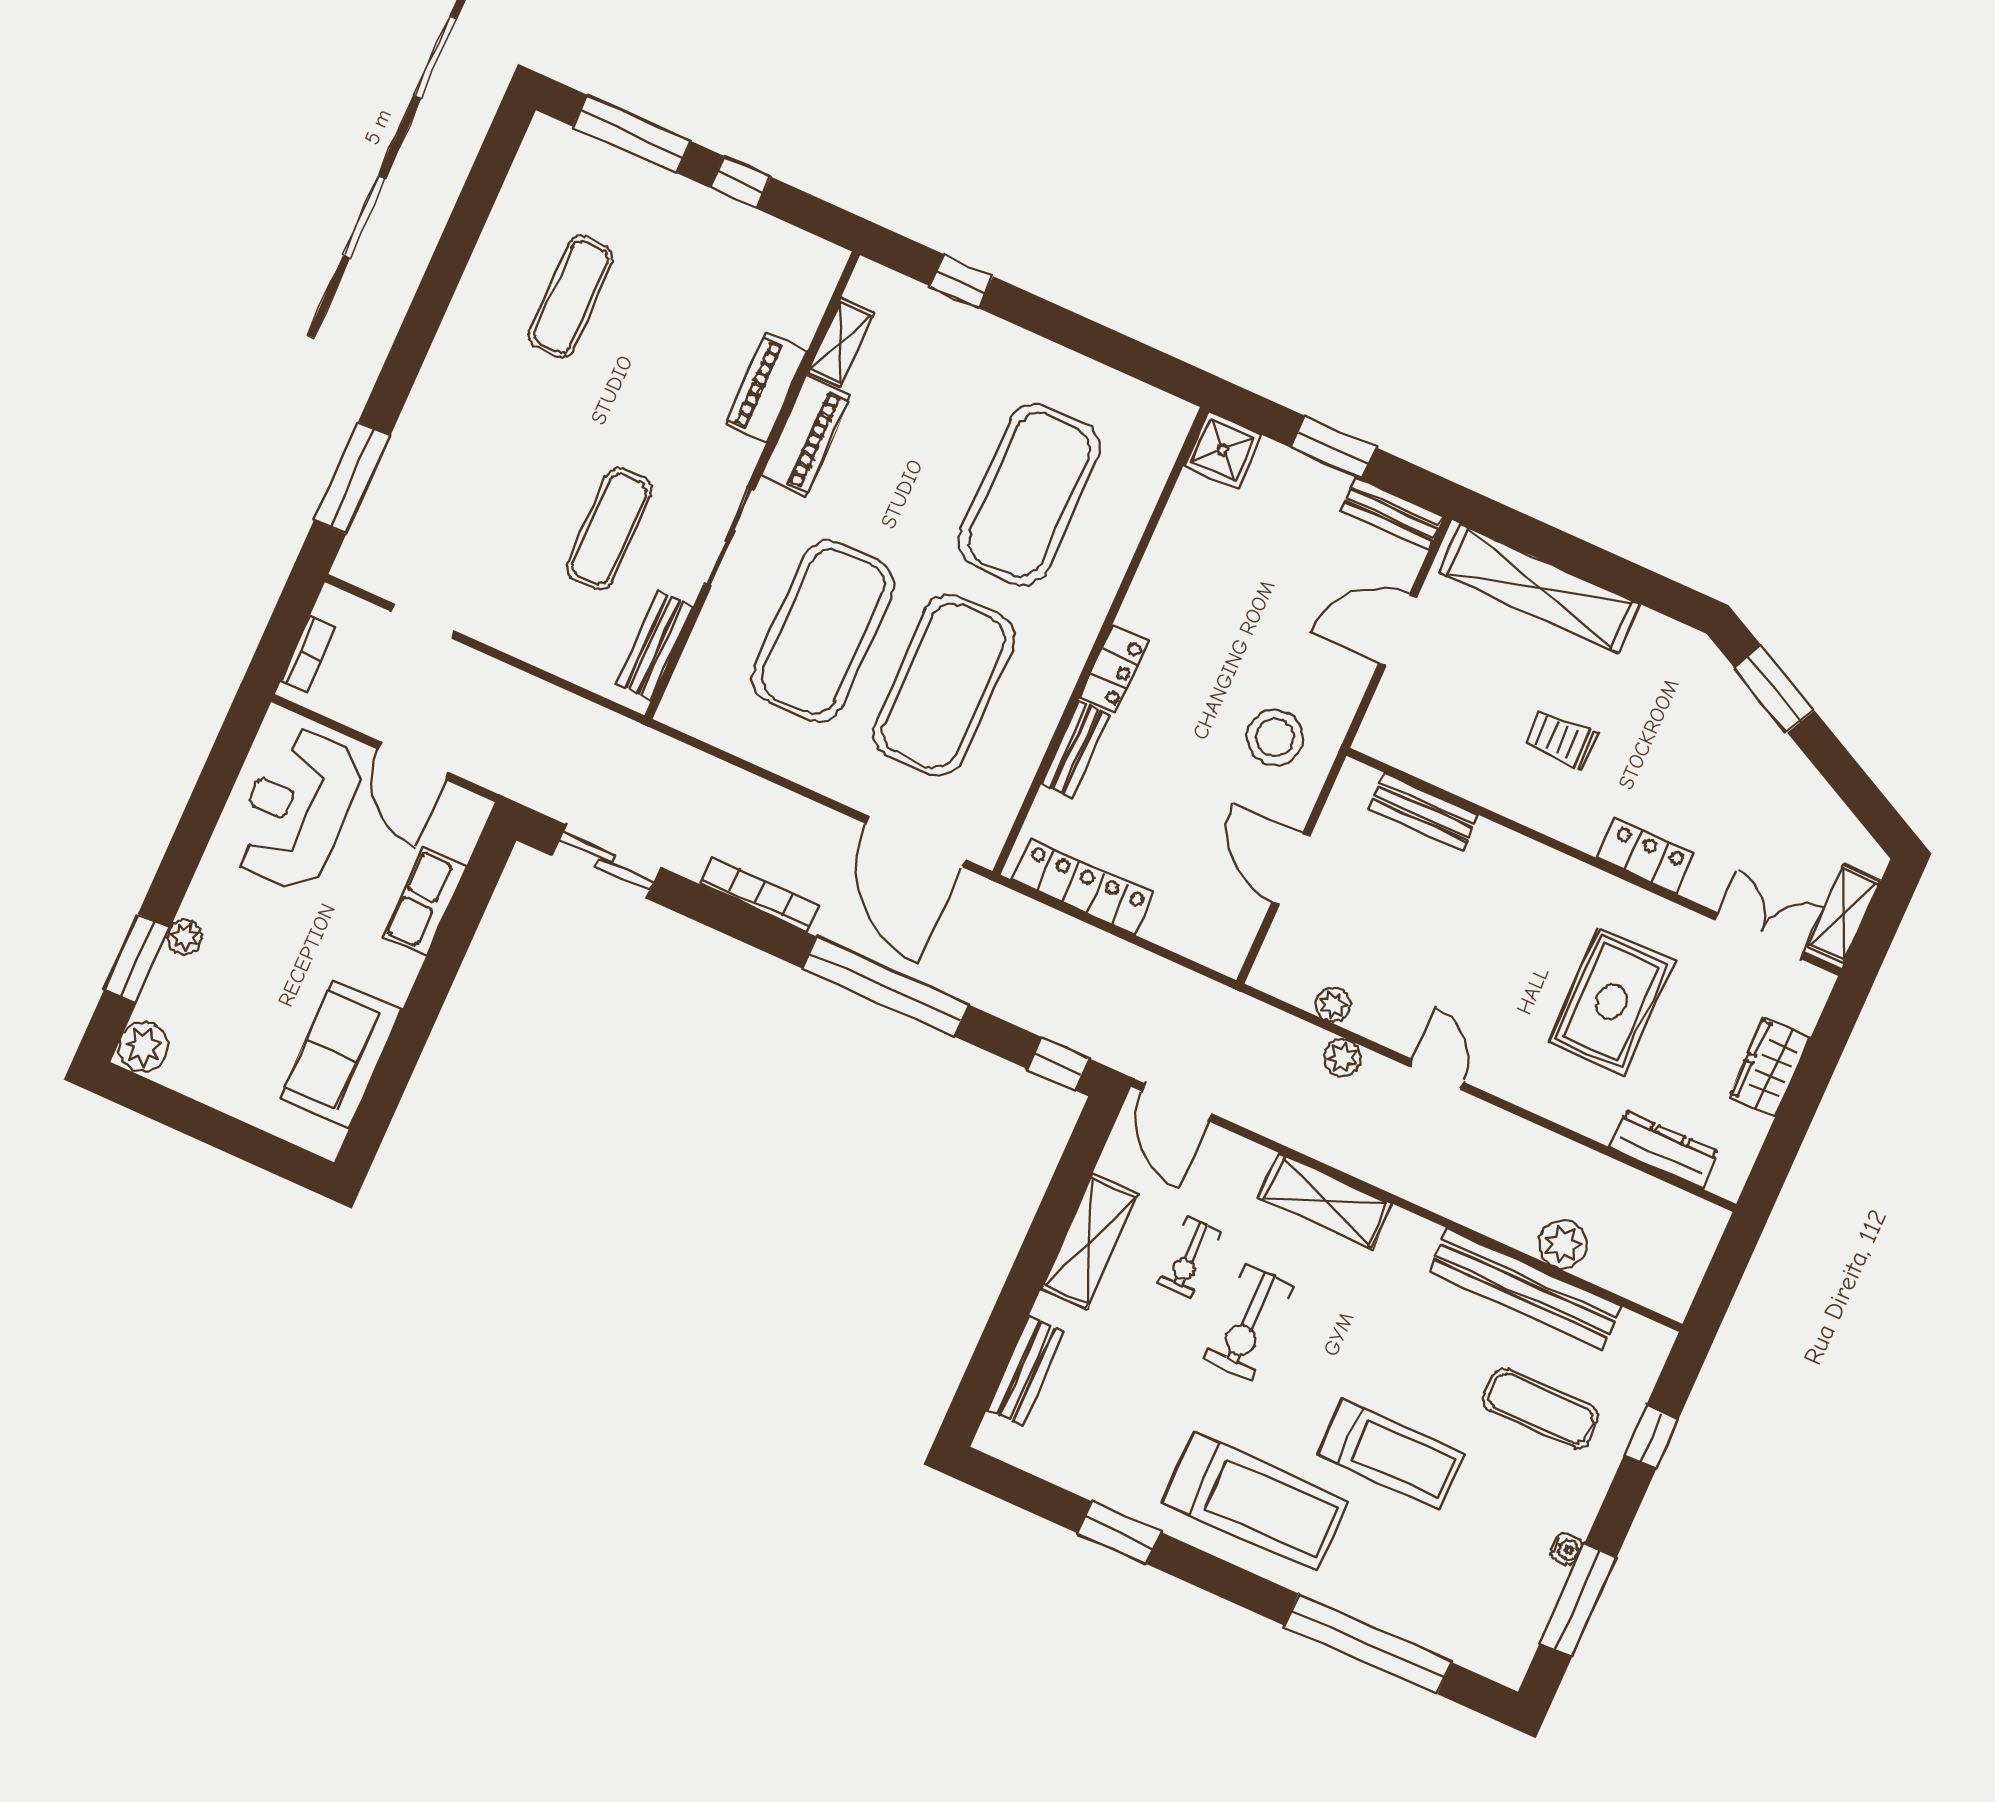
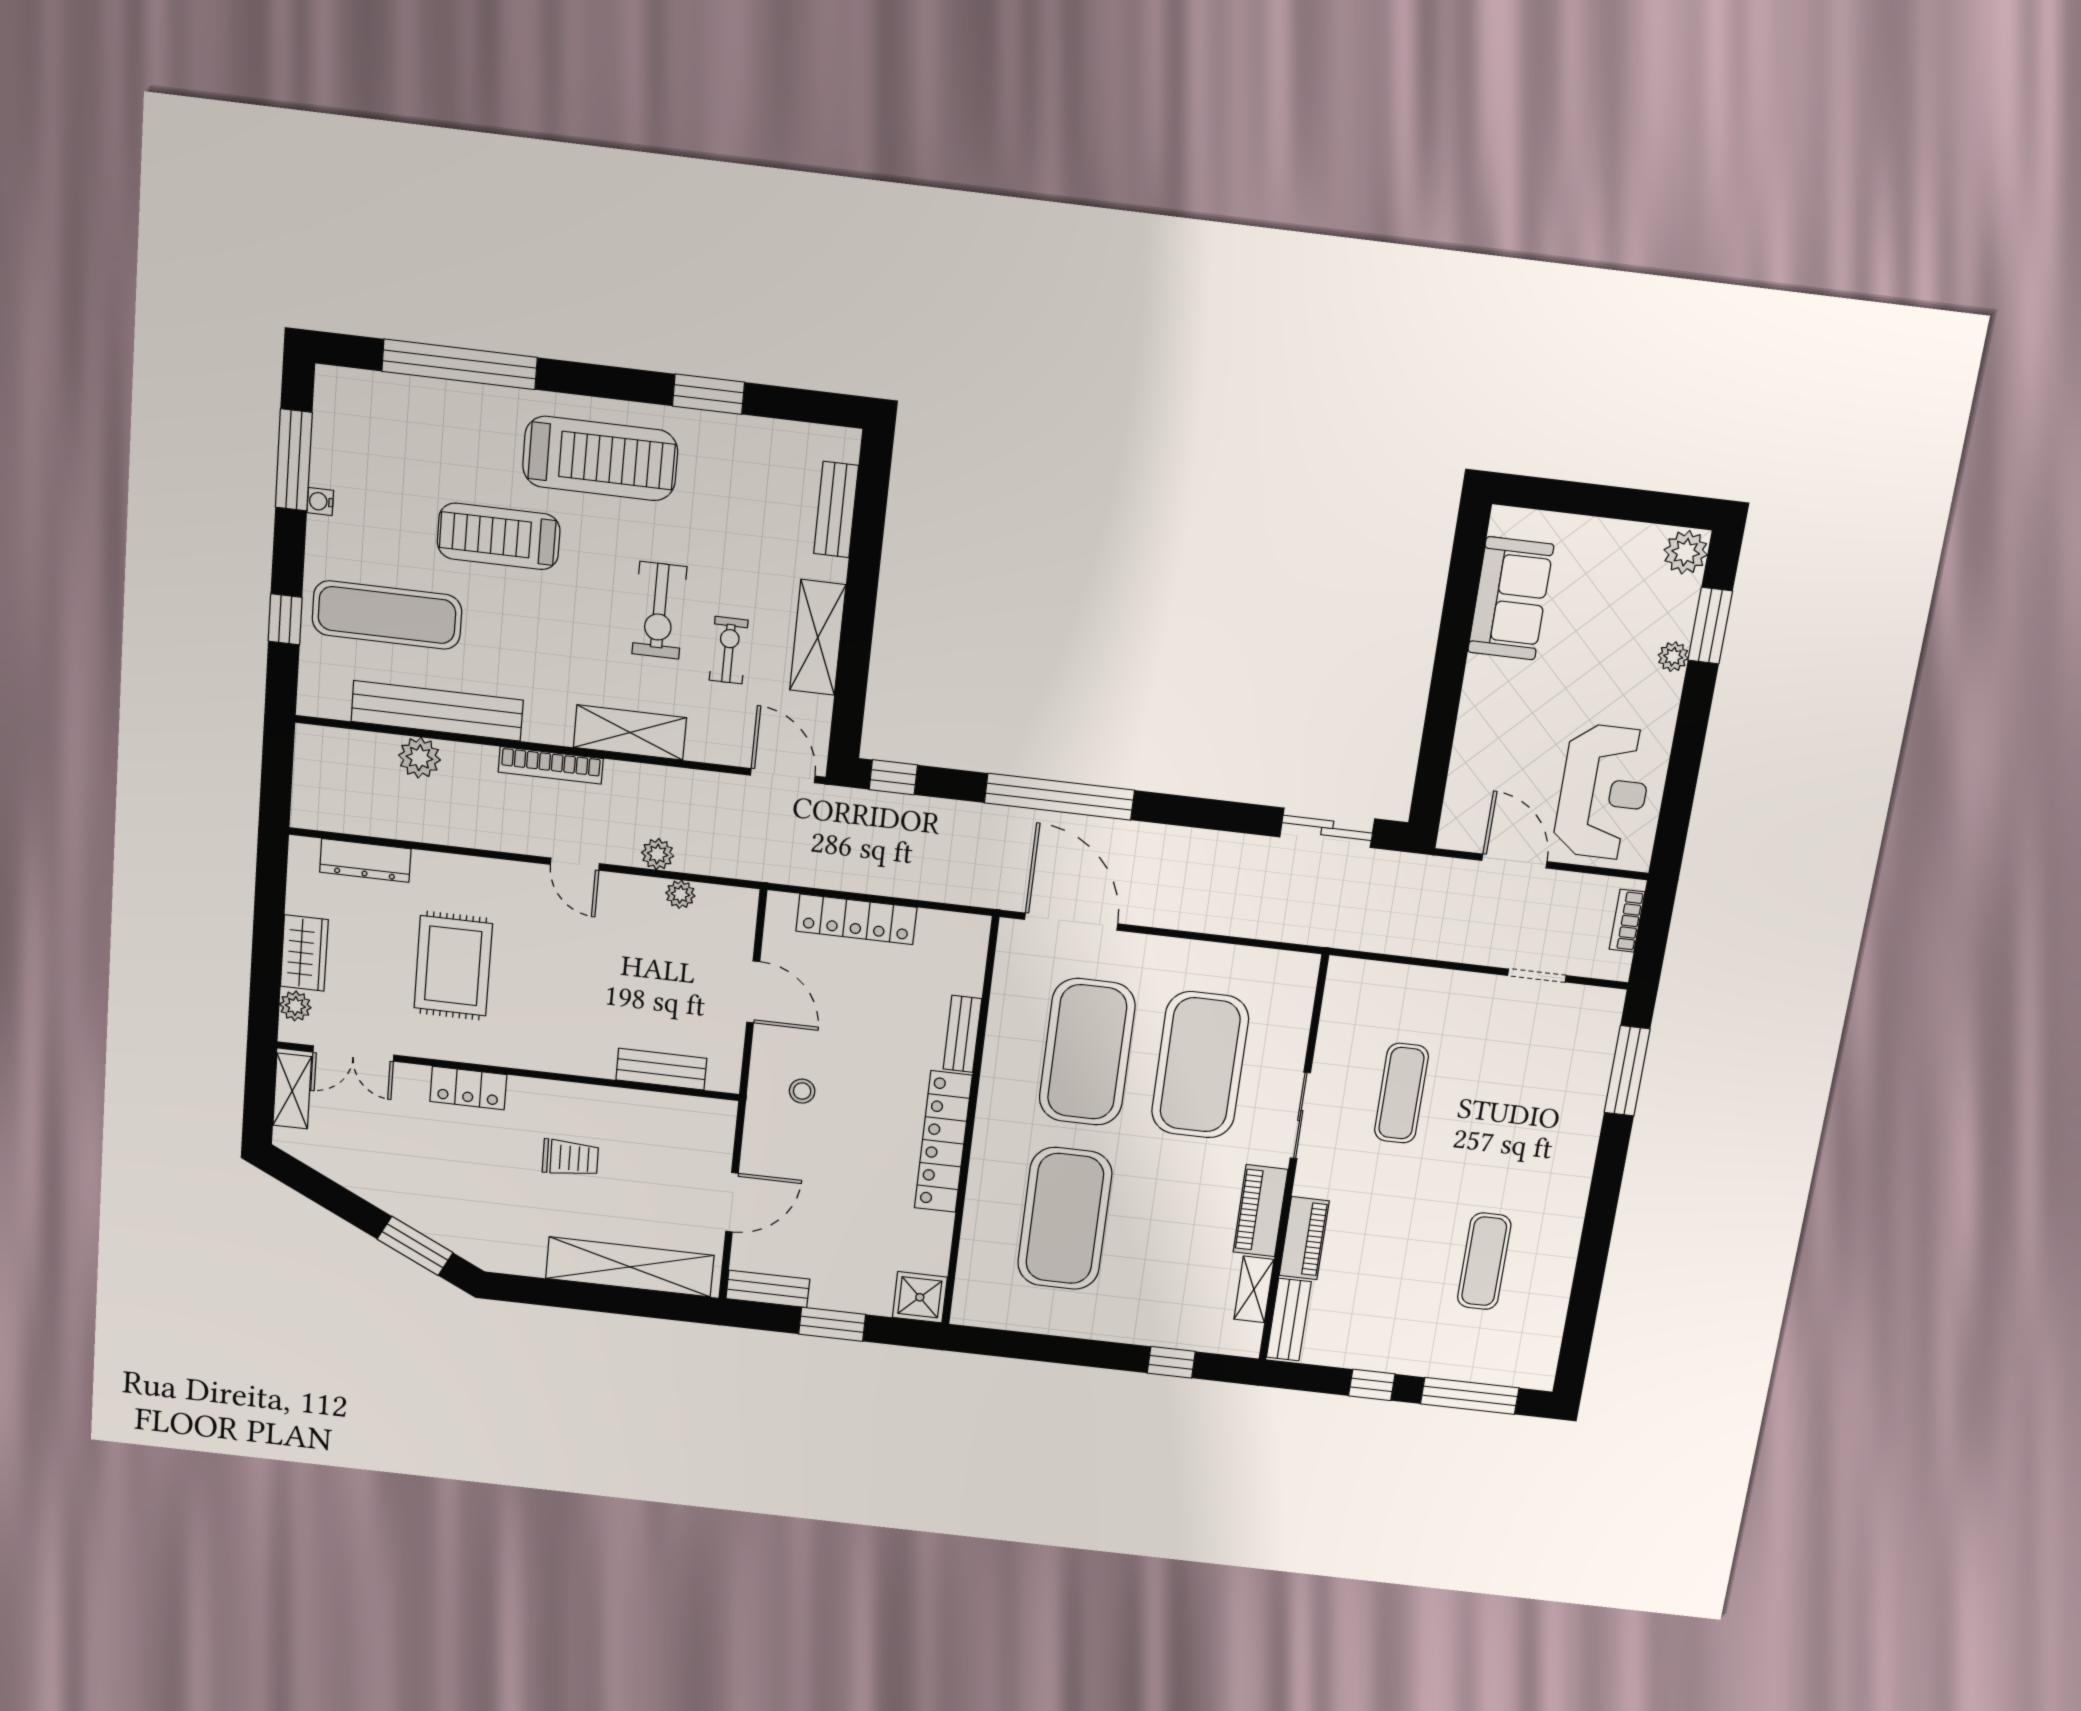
bench: (654, 645) -> (1289, 1320), moved
locker: (1114, 669) -> (943, 1142), width x2.16, depth x1.21
stool: (1275, 738) -> (802, 1091), width x0.53, depth x0.53
locker: (1083, 887) -> (856, 919), moved
bookcase: (760, 895) -> (551, 765), moved
row of seats: (425, 902) -> (1473, 749), removed
plant: (1803, 1010) -> (295, 1006), added
exercise bike: (1249, 1323) -> (659, 610), turned 180
exercise mat: (1541, 1408) -> (387, 615), width x1.36, depth x1.45
treadmill: (1255, 1502) -> (600, 458), turned 180

